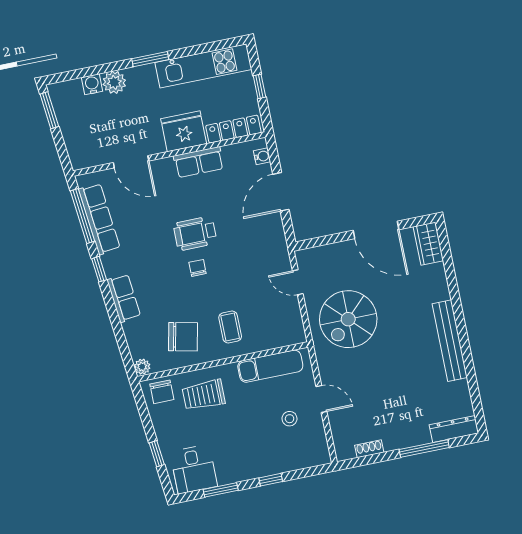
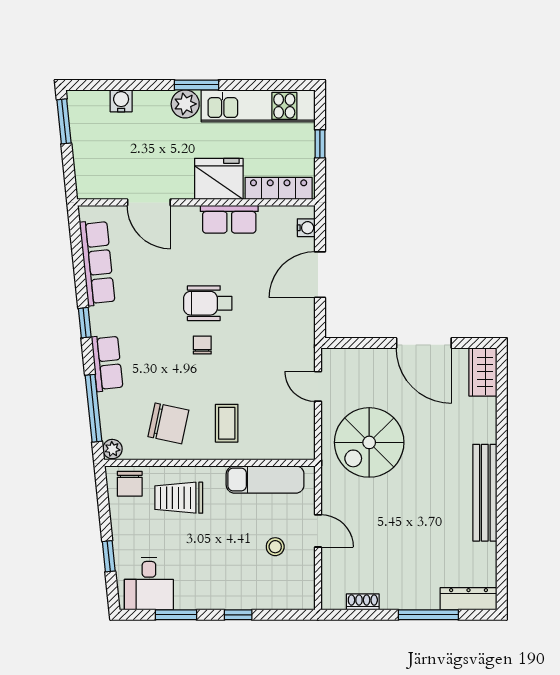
plant: (114, 82) -> (185, 104), moved
window: (82, 216) -> (94, 408), moved

